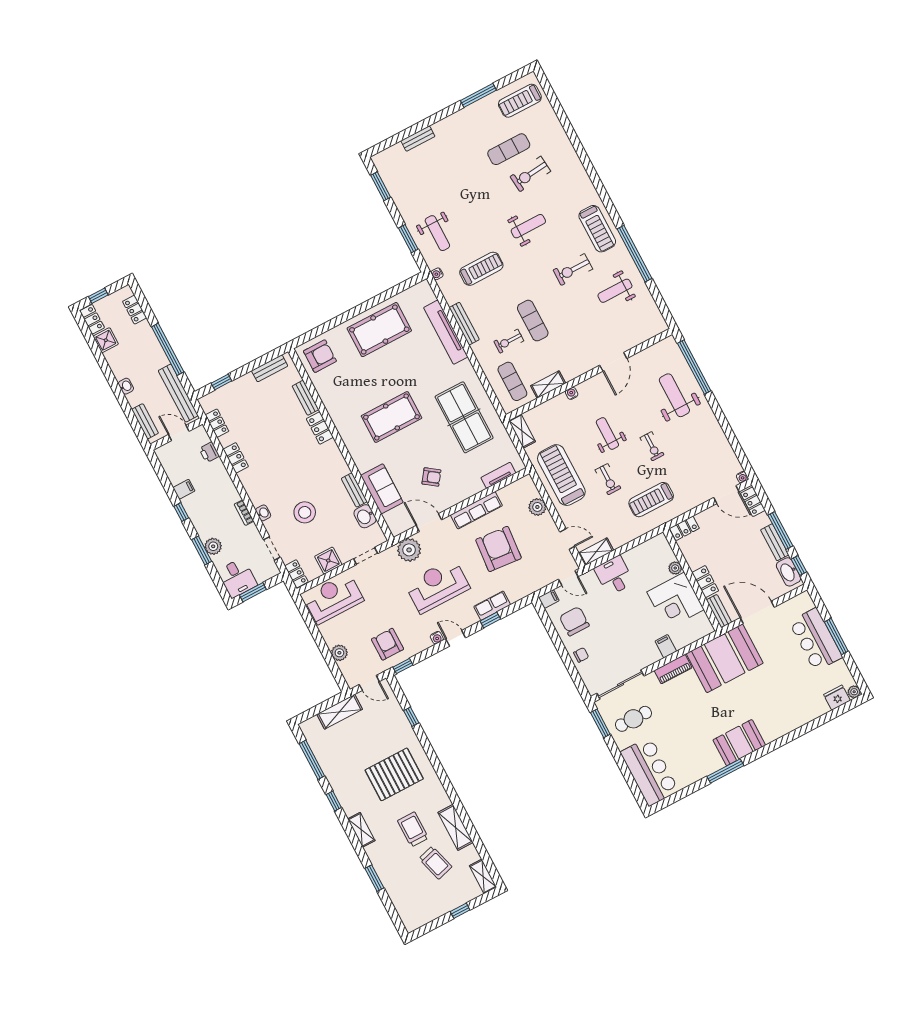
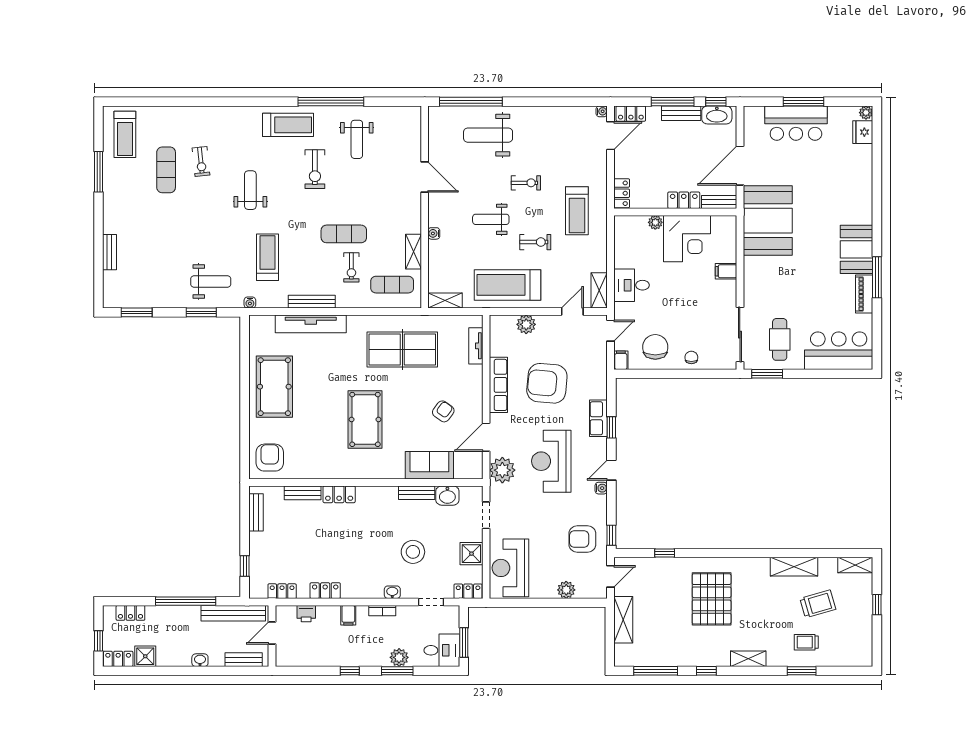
exercise bike: (530, 174) -> (201, 162), width x0.73, depth x0.72
filing cabinet: (184, 489) -> (348, 615), moved, turned 180
chair: (574, 621) -> (655, 347), turned 90
piano: (673, 669) -> (864, 294), moved, turned 180
trolley: (413, 829) -> (806, 642), moved, width x0.73, depth x0.72

